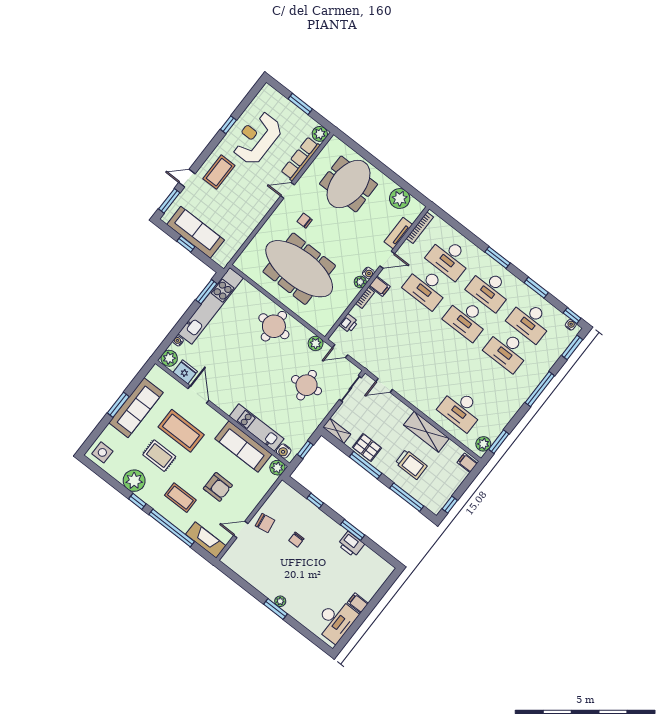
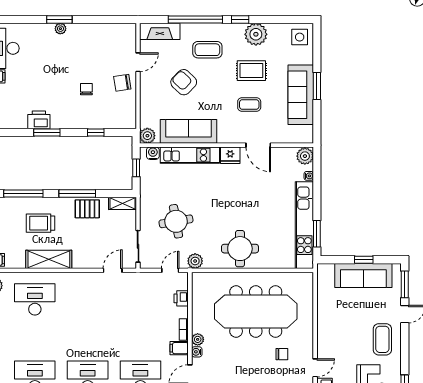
fridge: (185, 372) -> (230, 155), moved
coffee table: (181, 431) -> (249, 105), width x0.54, depth x0.58
armchair: (218, 487) -> (184, 82), turned 44

